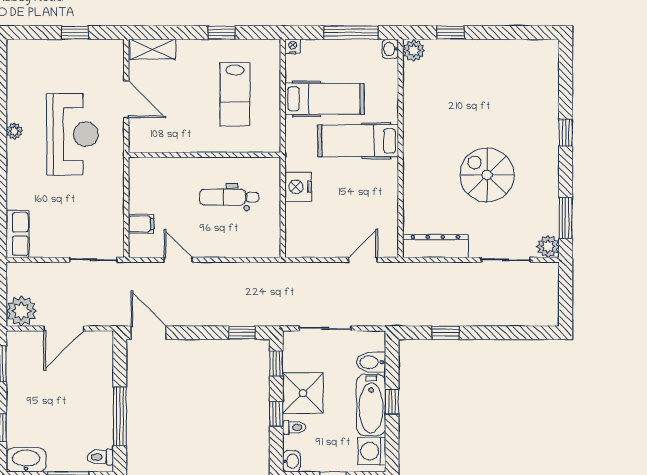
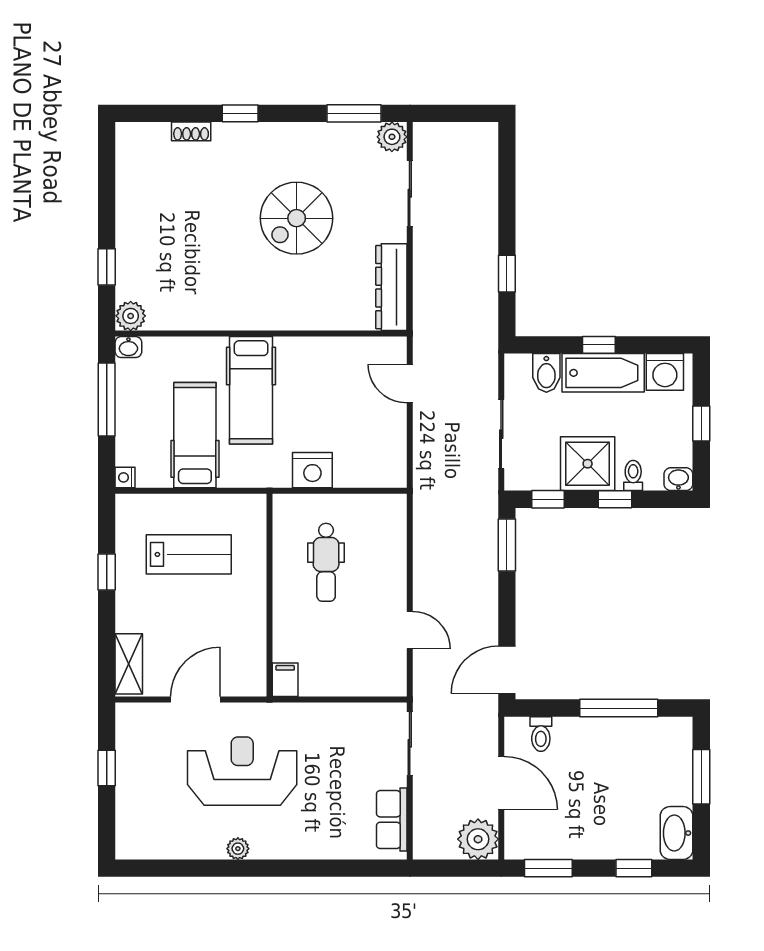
shoe rack: (552, 96) -> (191, 131), added
filing cabinet: (141, 224) -> (285, 680), moved
row of seats: (18, 234) -> (392, 820), moved, turned -90
door: (178, 260) -> (410, 630), swing flipped
window: (242, 333) -> (507, 545), width x1.50
toilet: (100, 457) -> (541, 734), moved

